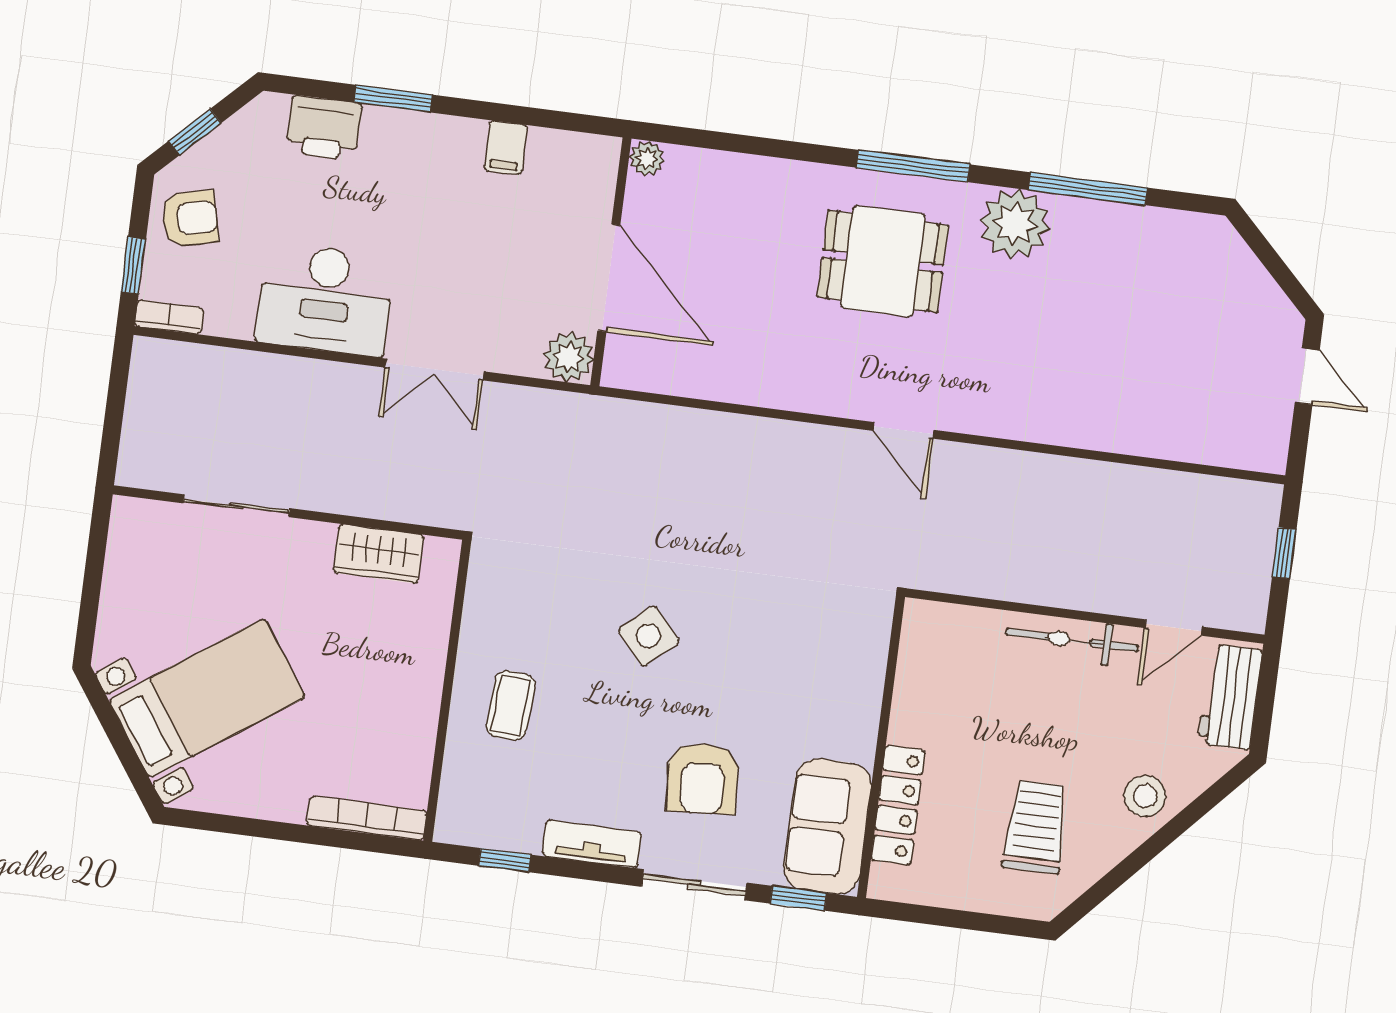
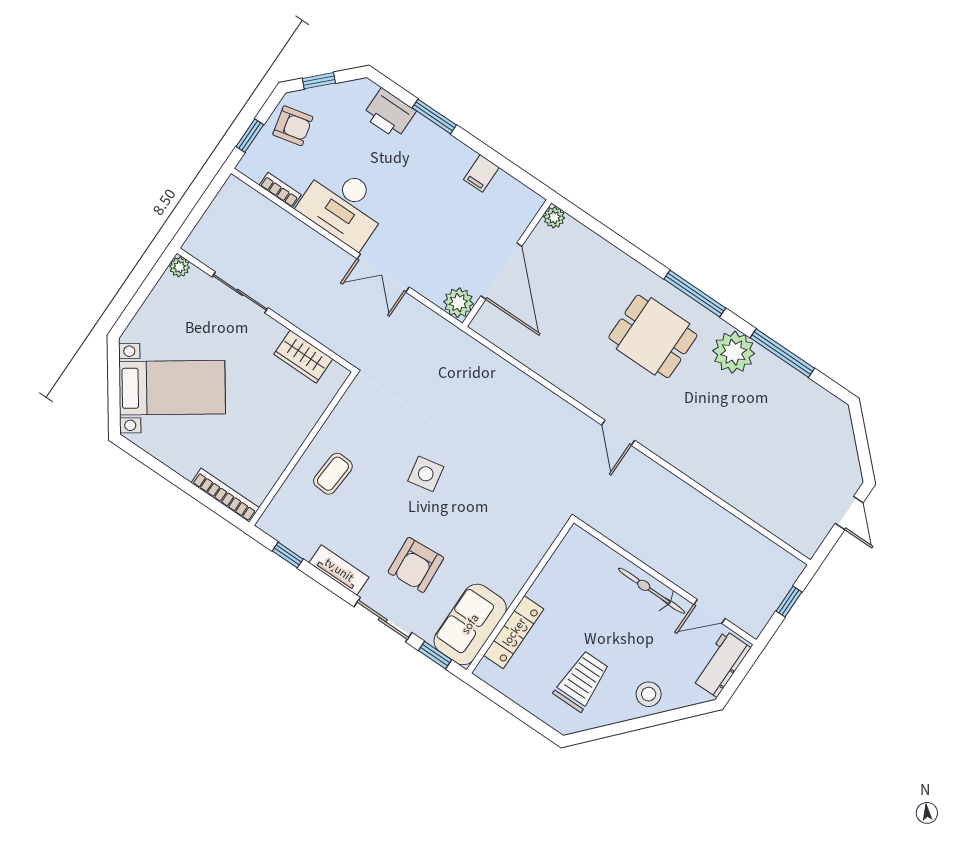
bookcase: (169, 317) -> (280, 190), moved
plant: (127, 513) -> (179, 267), added
side table: (649, 636) -> (426, 474), turned 31

